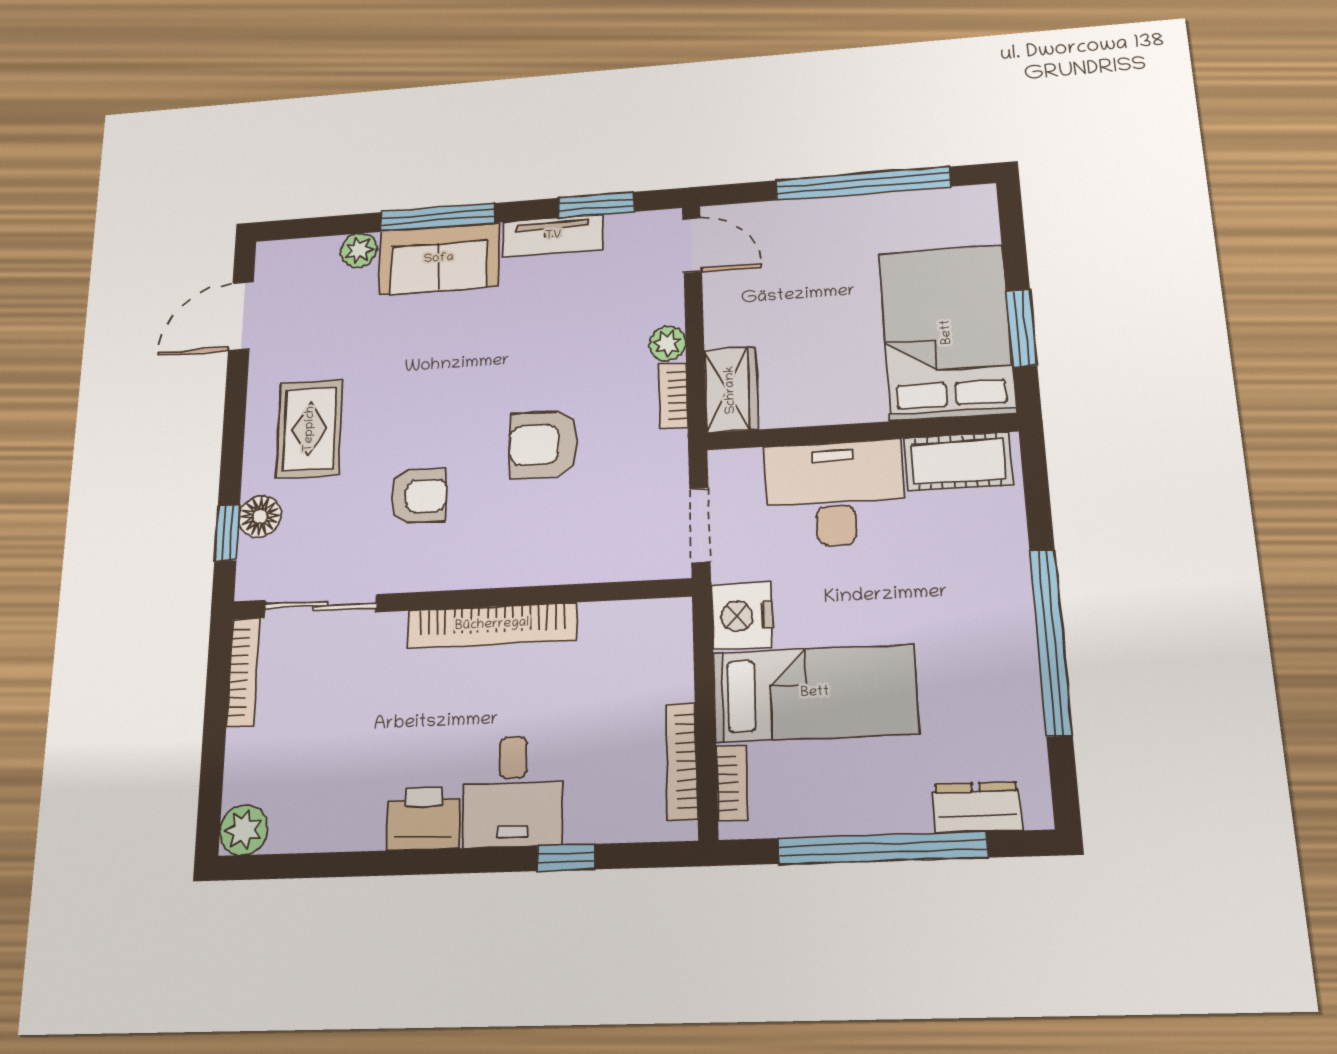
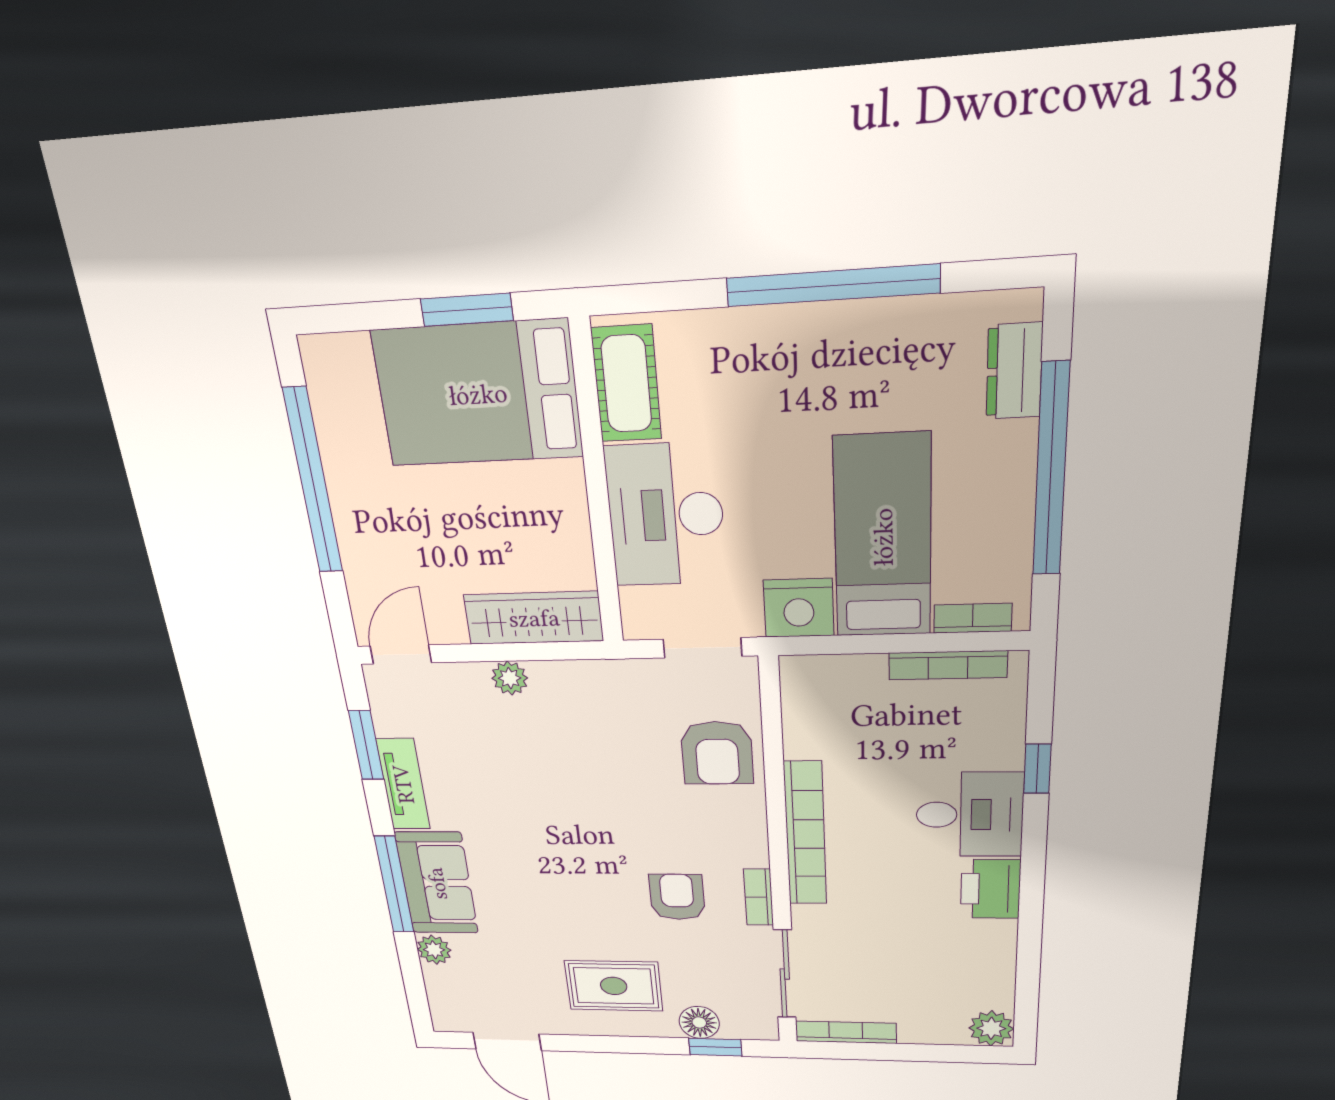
wardrobe: (731, 390) -> (534, 618), width x1.50
bookcase: (673, 395) -> (758, 897), moved, turned 90
armchair: (544, 444) -> (717, 753), moved

